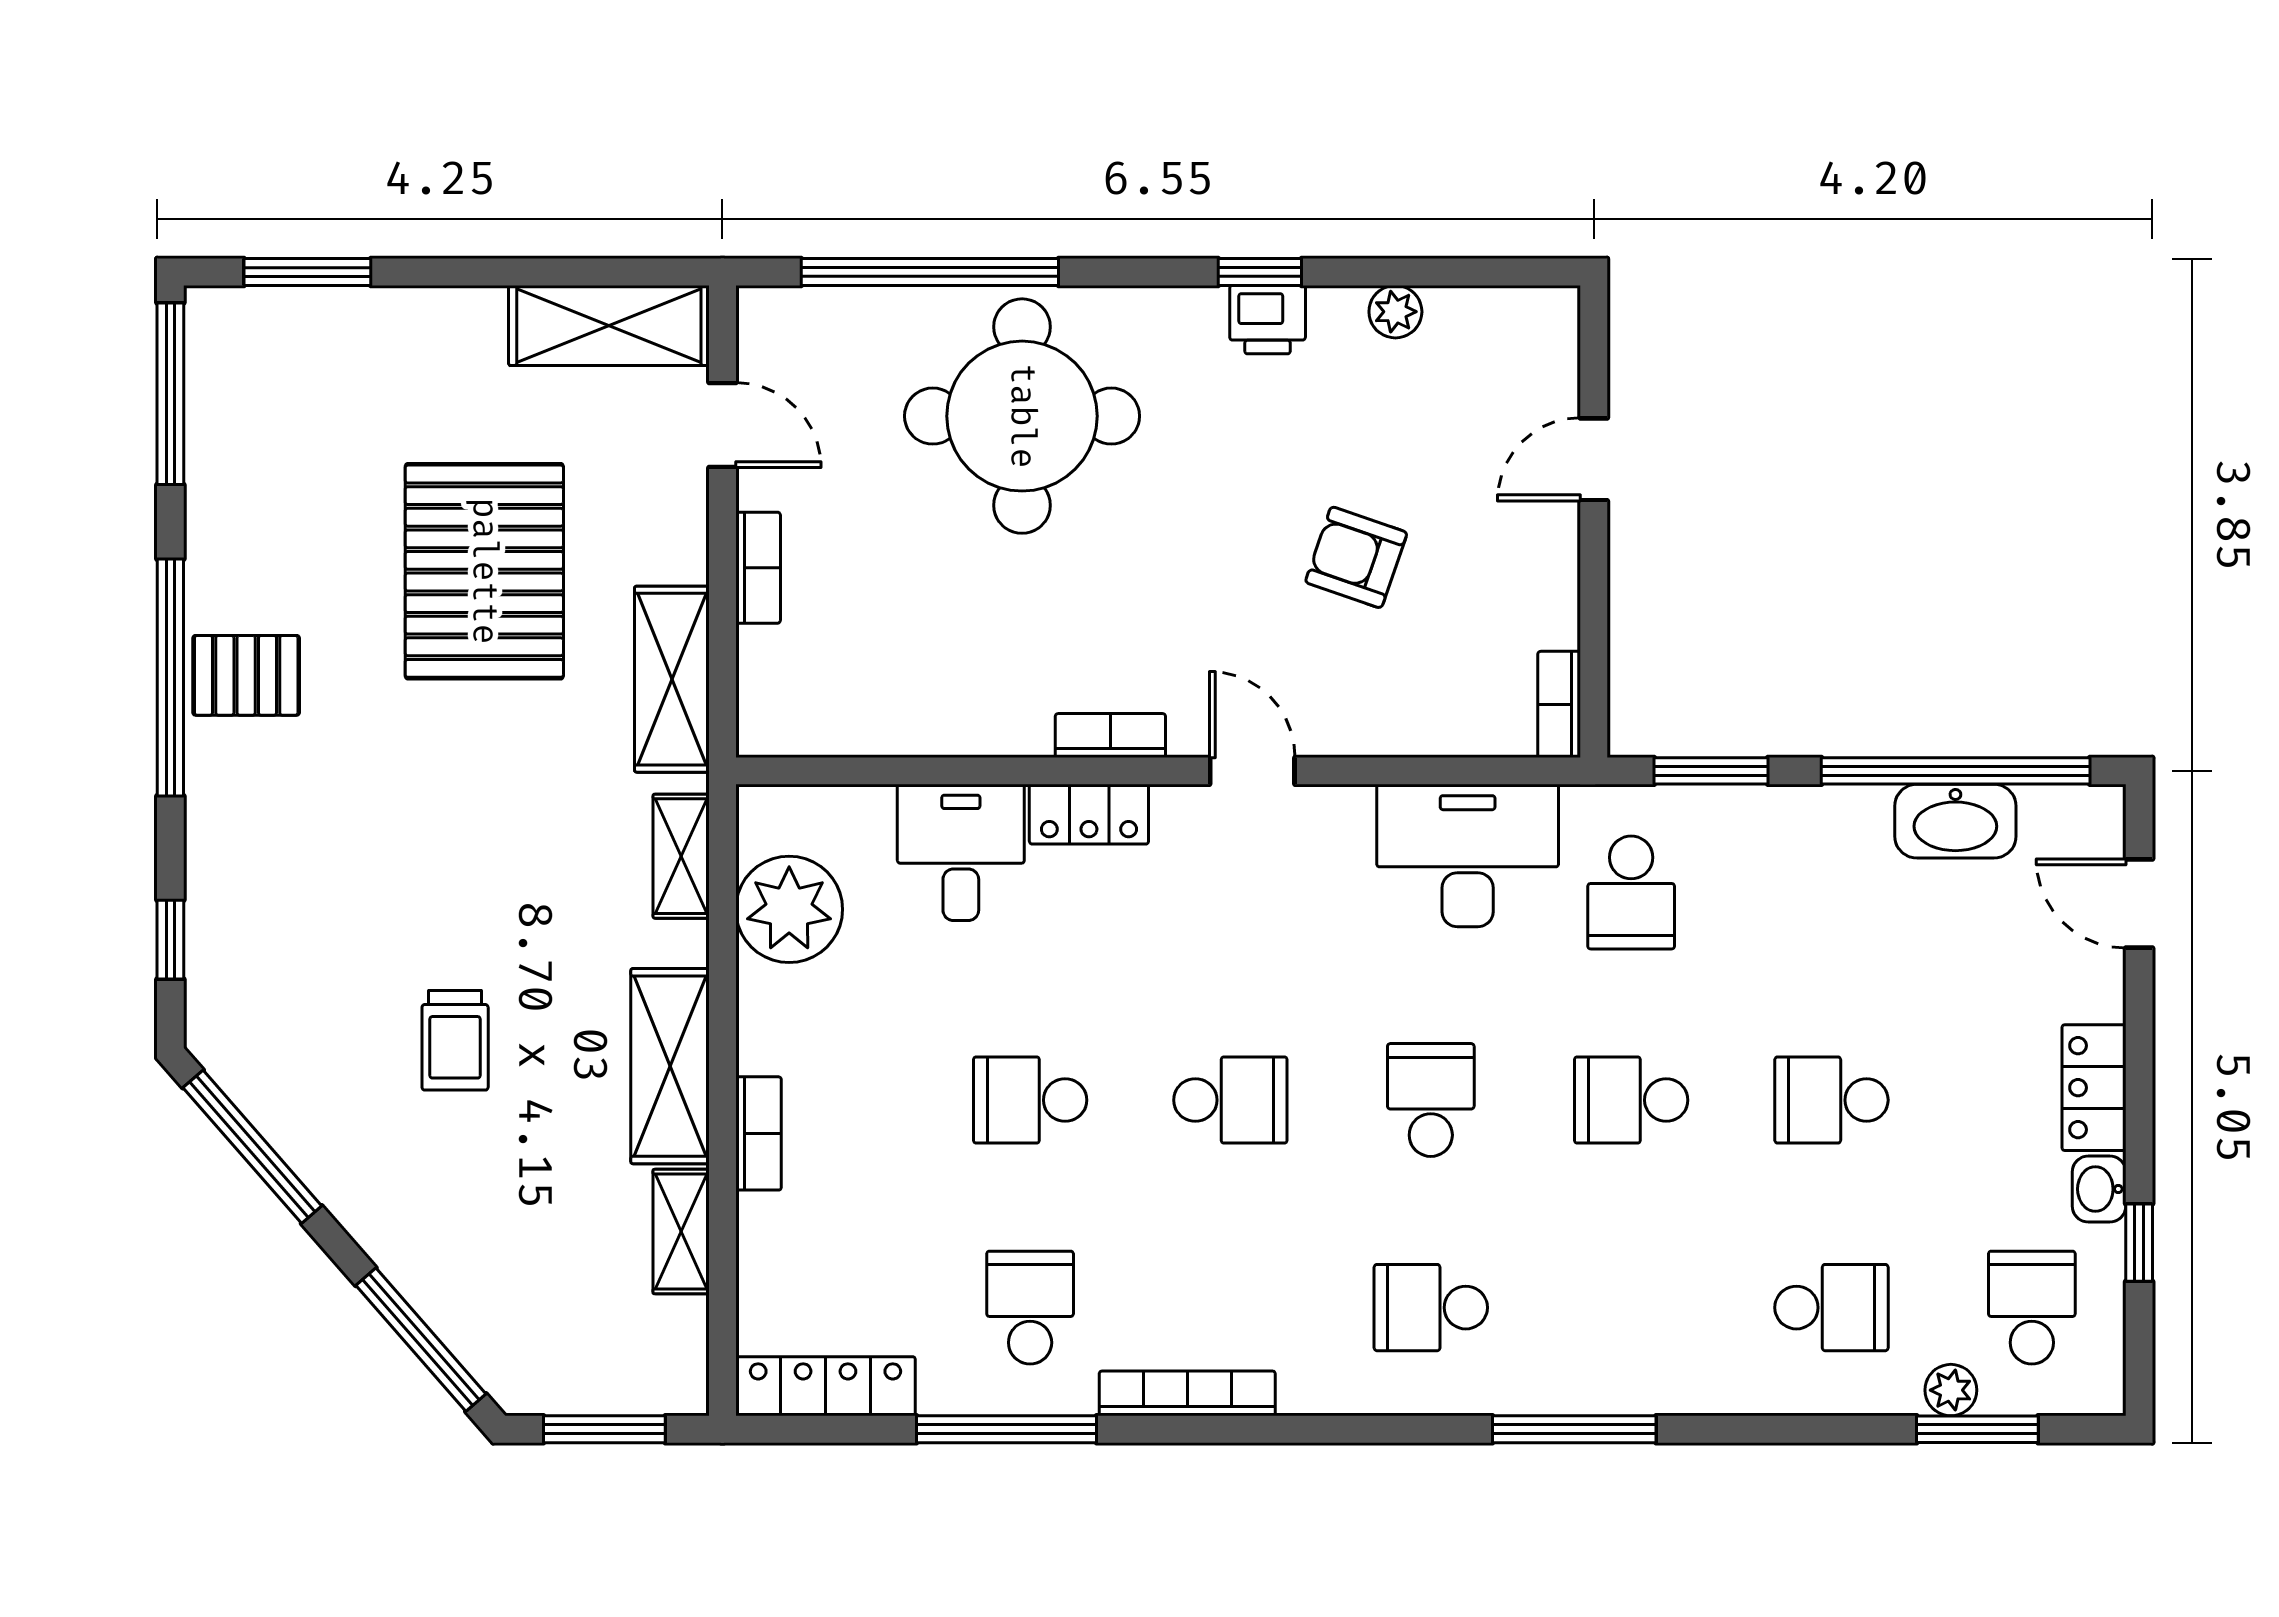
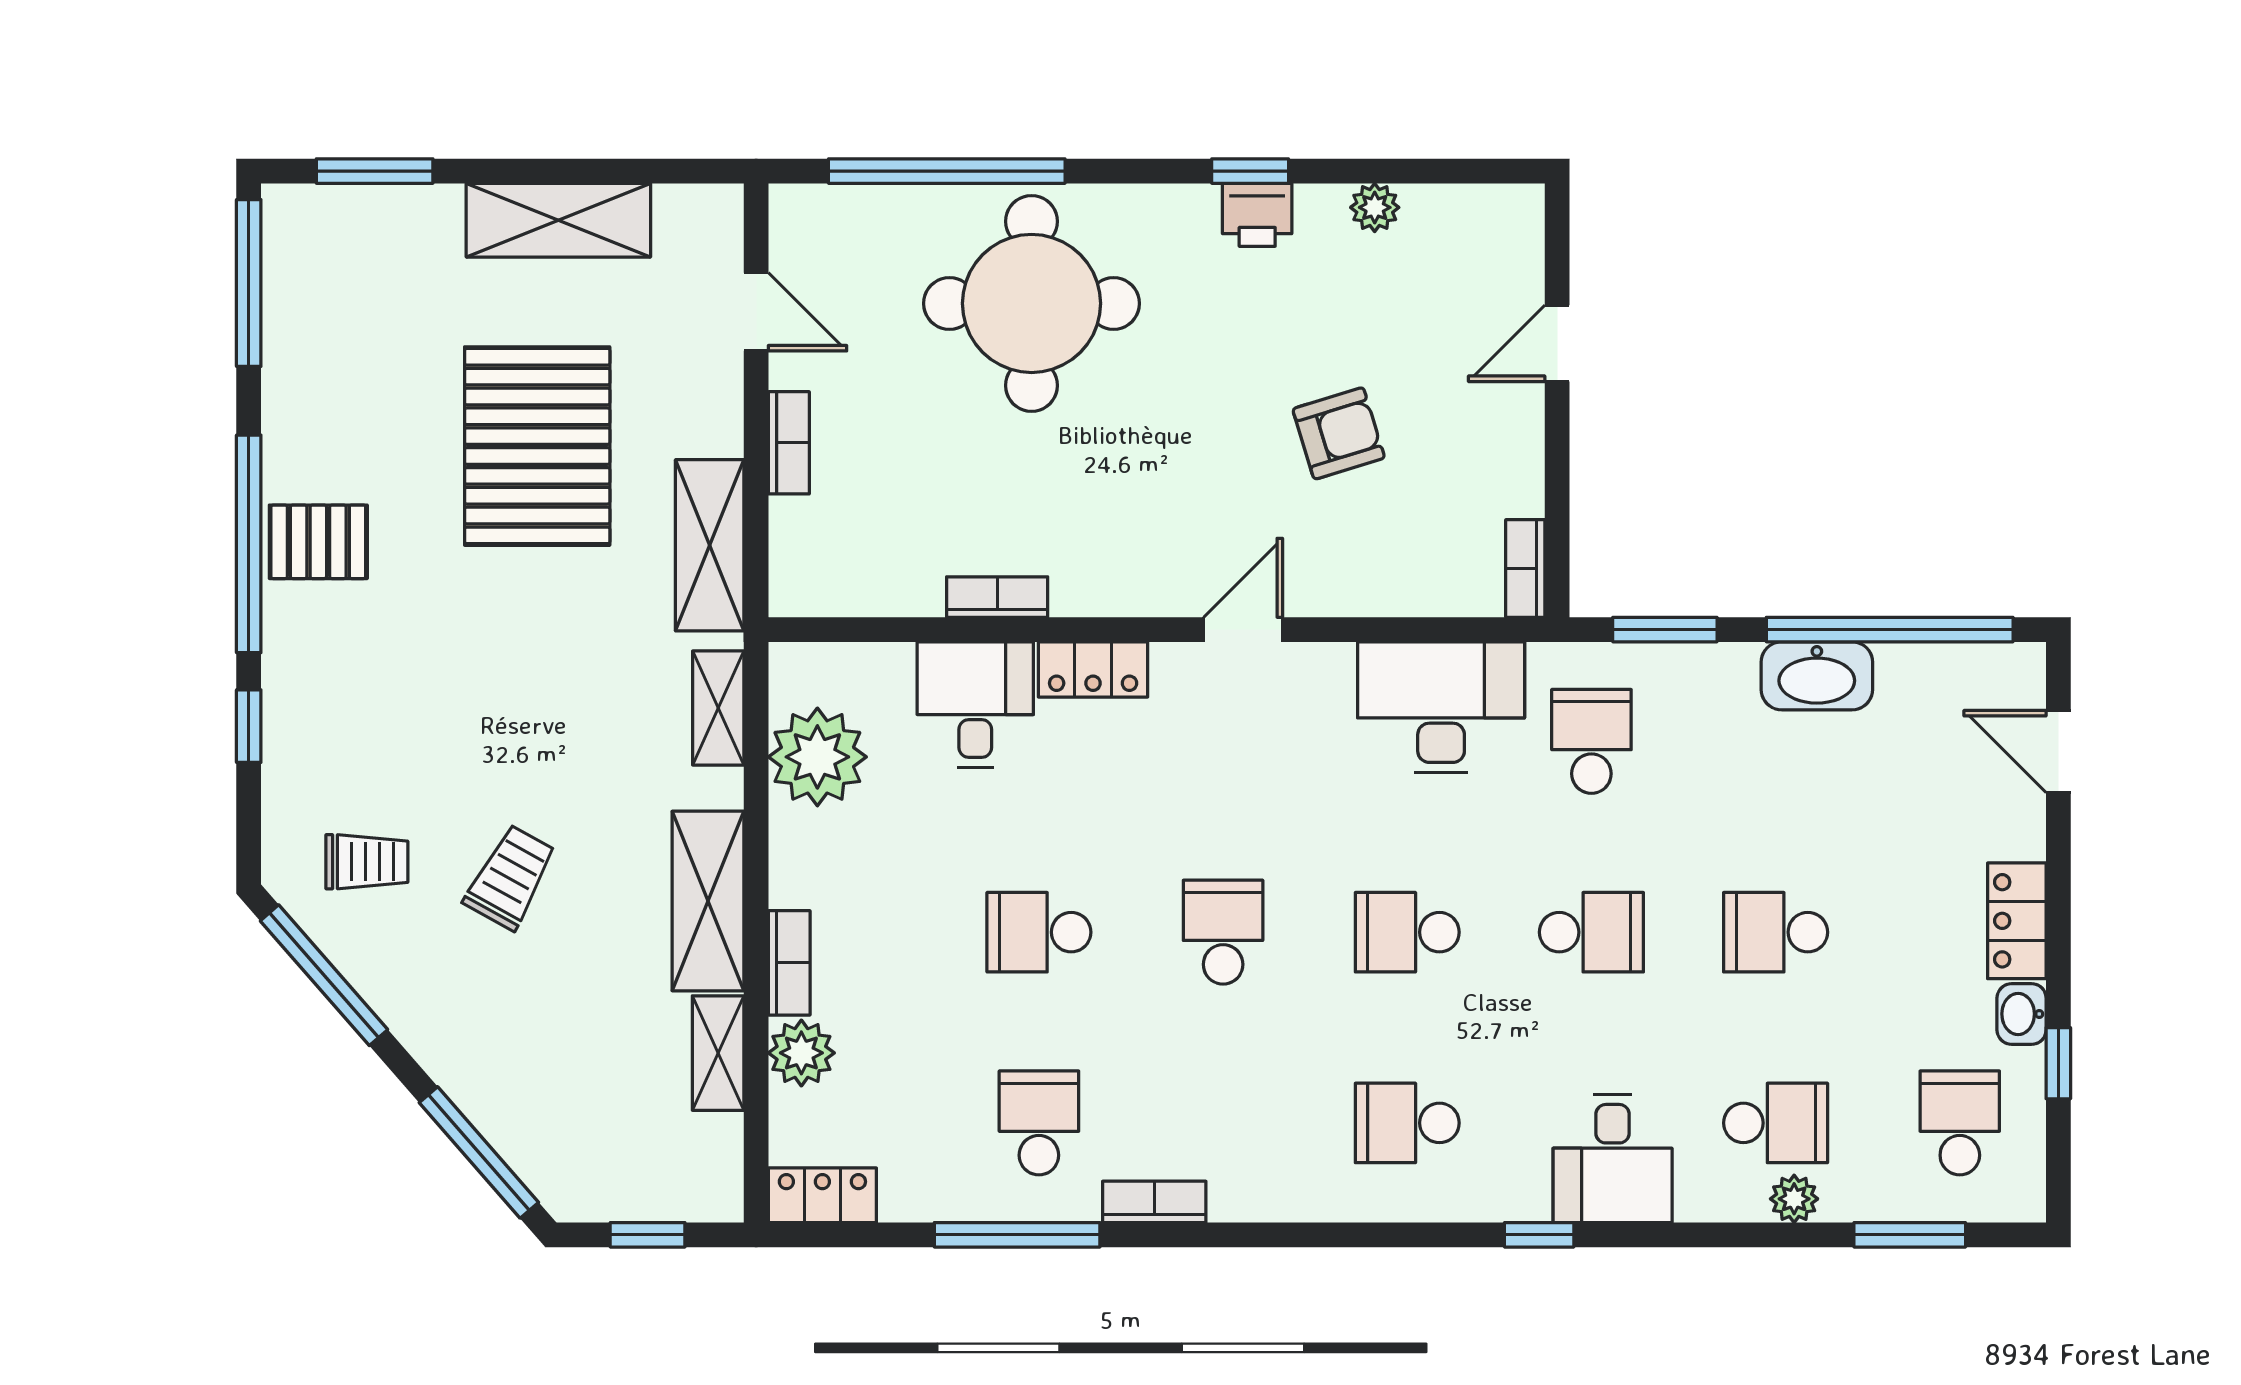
shelving: (609, 325) -> (558, 220), moved
armchair: (1356, 557) -> (1339, 433), turned 144
bookcase: (1110, 735) -> (997, 597), moved
door: (1252, 771) -> (1243, 630), hinge flipped
washbasin: (1955, 821) -> (1817, 676), moved
school desk: (1631, 892) -> (1591, 741), turned 180
window: (170, 940) -> (249, 726), moved
trolley: (299, 1023) -> (367, 862), added
trolley: (455, 1040) -> (510, 877), turned -151
school desk: (1230, 1100) -> (1223, 932), turned -90
school desk: (1431, 1100) -> (1407, 932), turned -90
school desk: (1631, 1100) -> (1591, 932), turned 180
plant: (772, 1231) -> (801, 1053), added
desk: (1654, 1346) -> (1613, 1158), added
locker: (825, 1386) -> (822, 1195), width x0.66
plant: (1951, 1390) -> (1794, 1199), moved
bookcase: (1187, 1393) -> (1154, 1202), width x0.64
window: (604, 1429) -> (648, 1235), width x0.67
window: (1574, 1429) -> (1539, 1235), width x0.46

